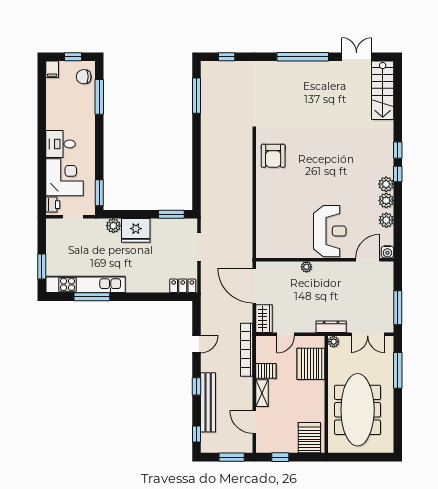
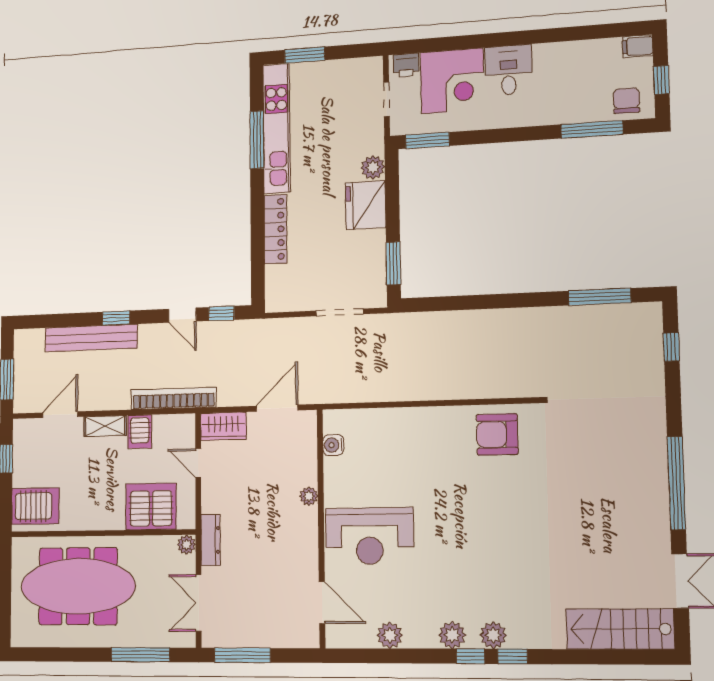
plant: (386, 200) -> (493, 635), moved
water cooler: (387, 252) -> (333, 445), moved
locker: (183, 286) -> (275, 229), moved, width x1.53
door: (254, 286) -> (277, 408), width x0.73
window: (197, 434) -> (221, 313), moved

